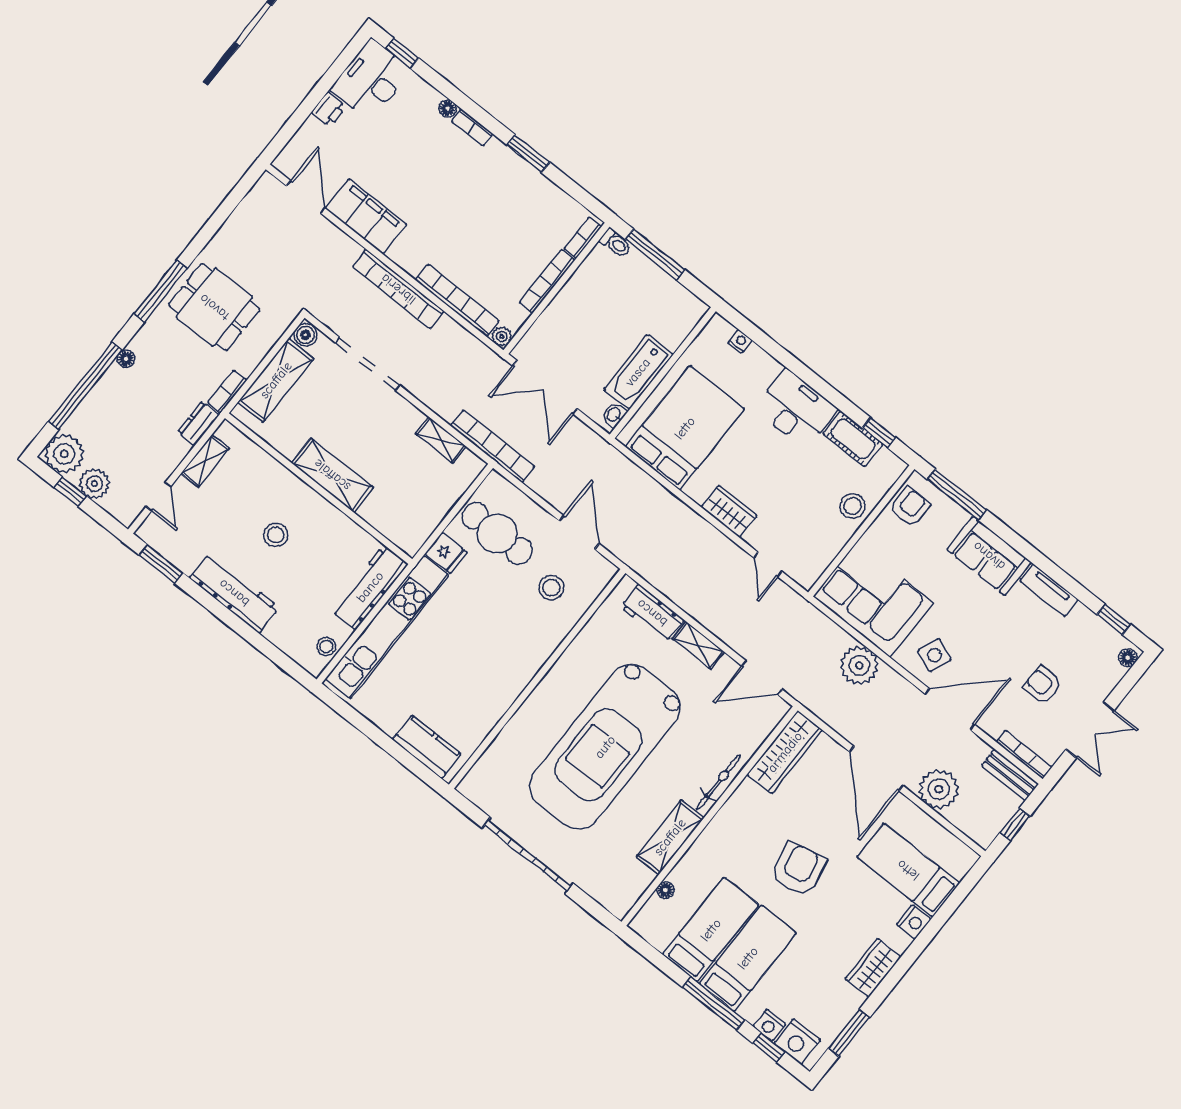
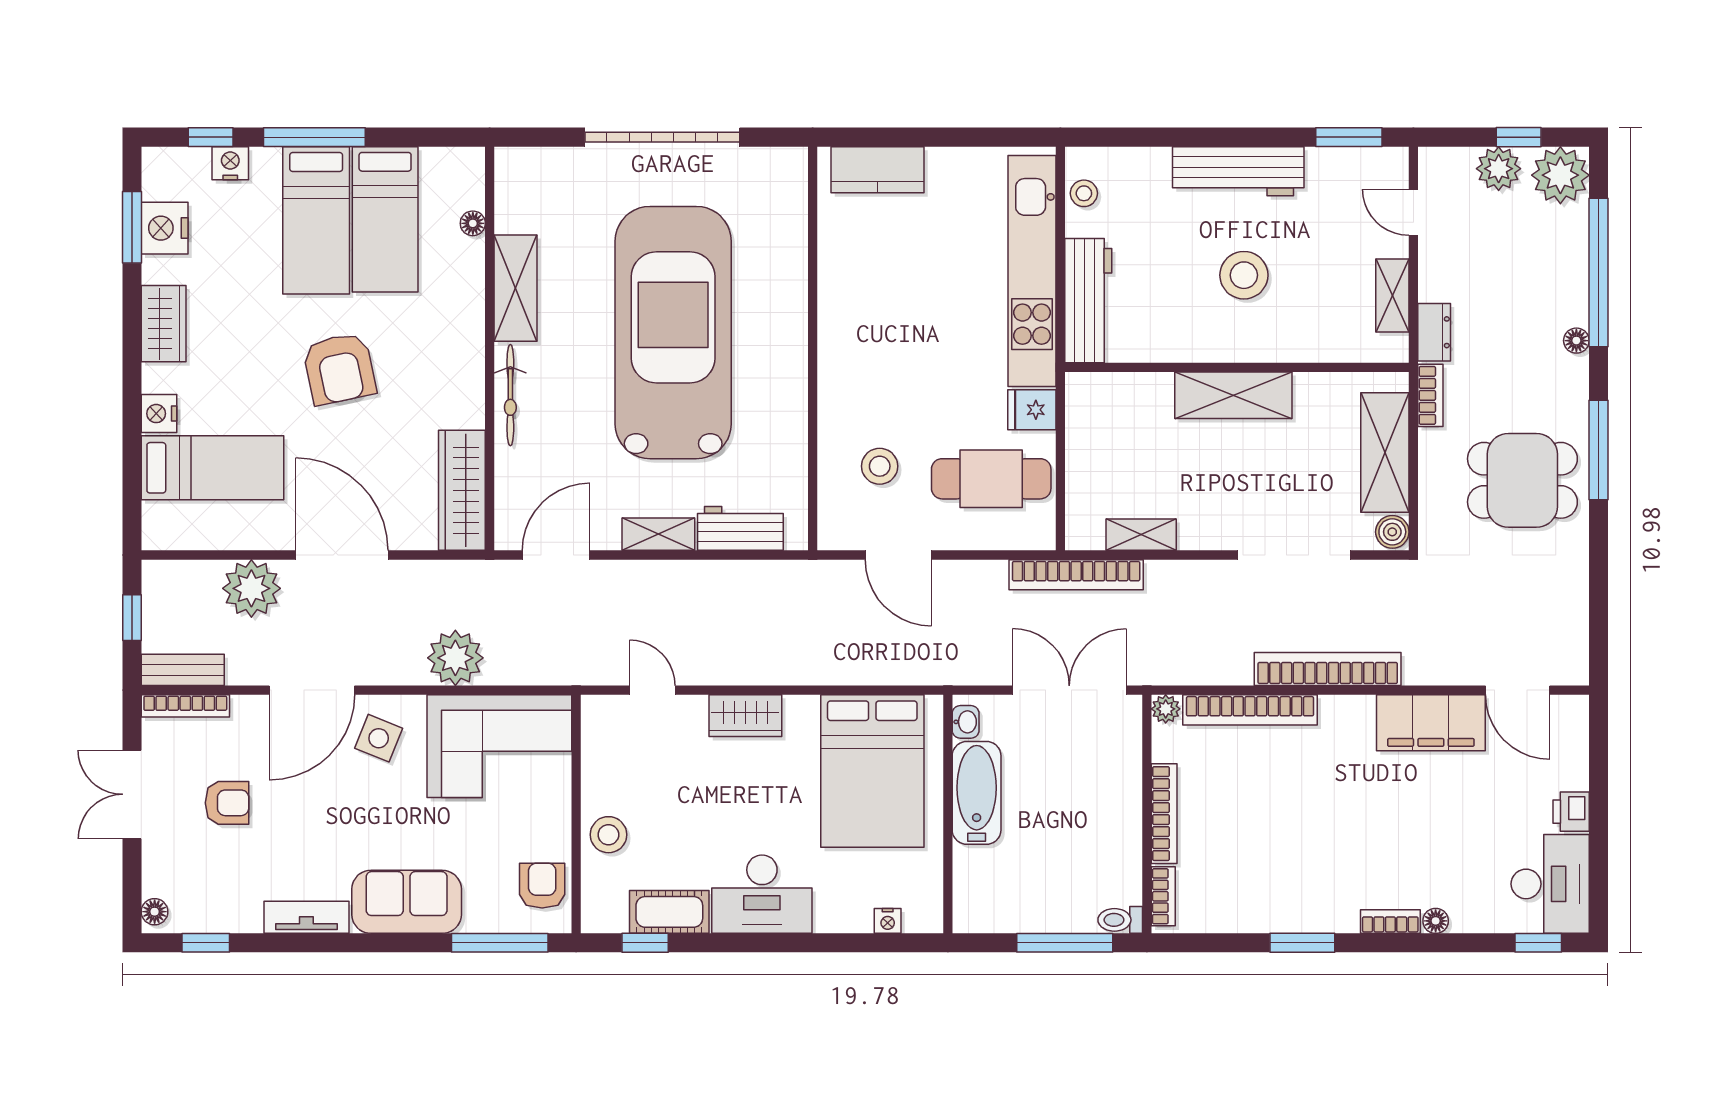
armchair: (910, 507) -> (542, 886), turned 180
stool: (276, 535) -> (1244, 275), width x1.38, depth x1.38
nightstand: (797, 1042) -> (165, 228), moved, turned -90

